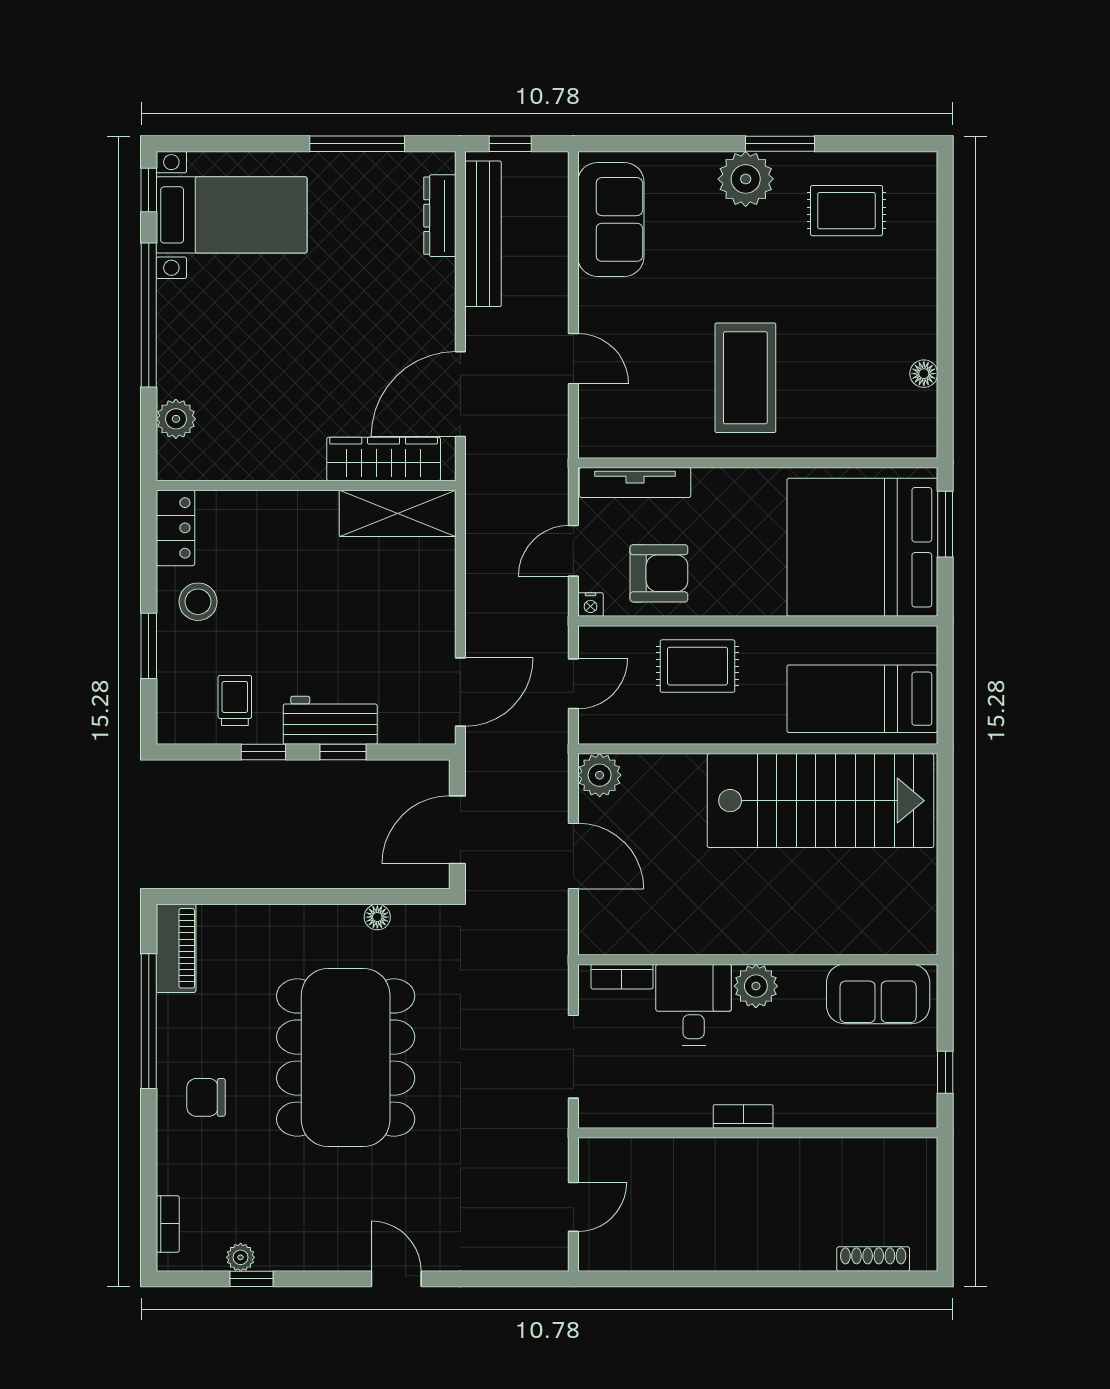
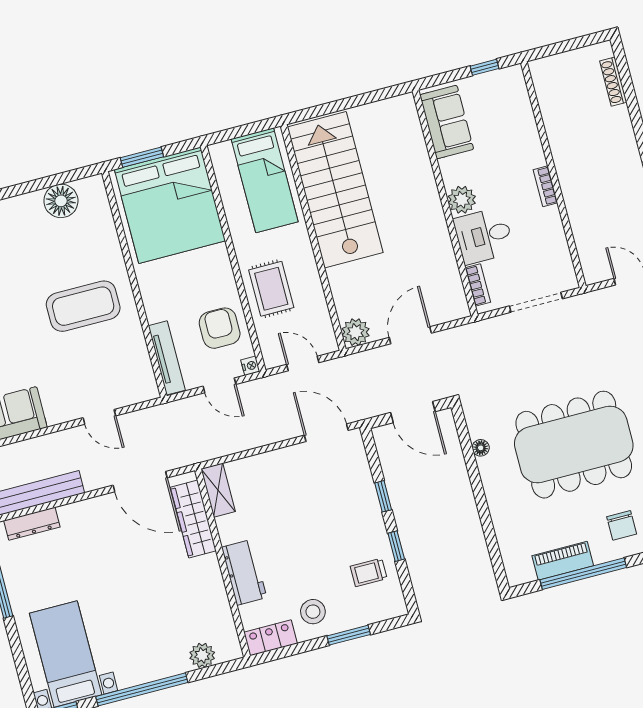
door: (573, 359) -> (99, 417), swing flipped
floor lamp: (924, 374) -> (61, 201), width x1.89, depth x1.89
shelving: (398, 513) -> (218, 490), width x0.67, depth x0.75
workbench: (330, 720) -> (244, 572), moved, turned 180
piano: (176, 948) -> (563, 561), moved

